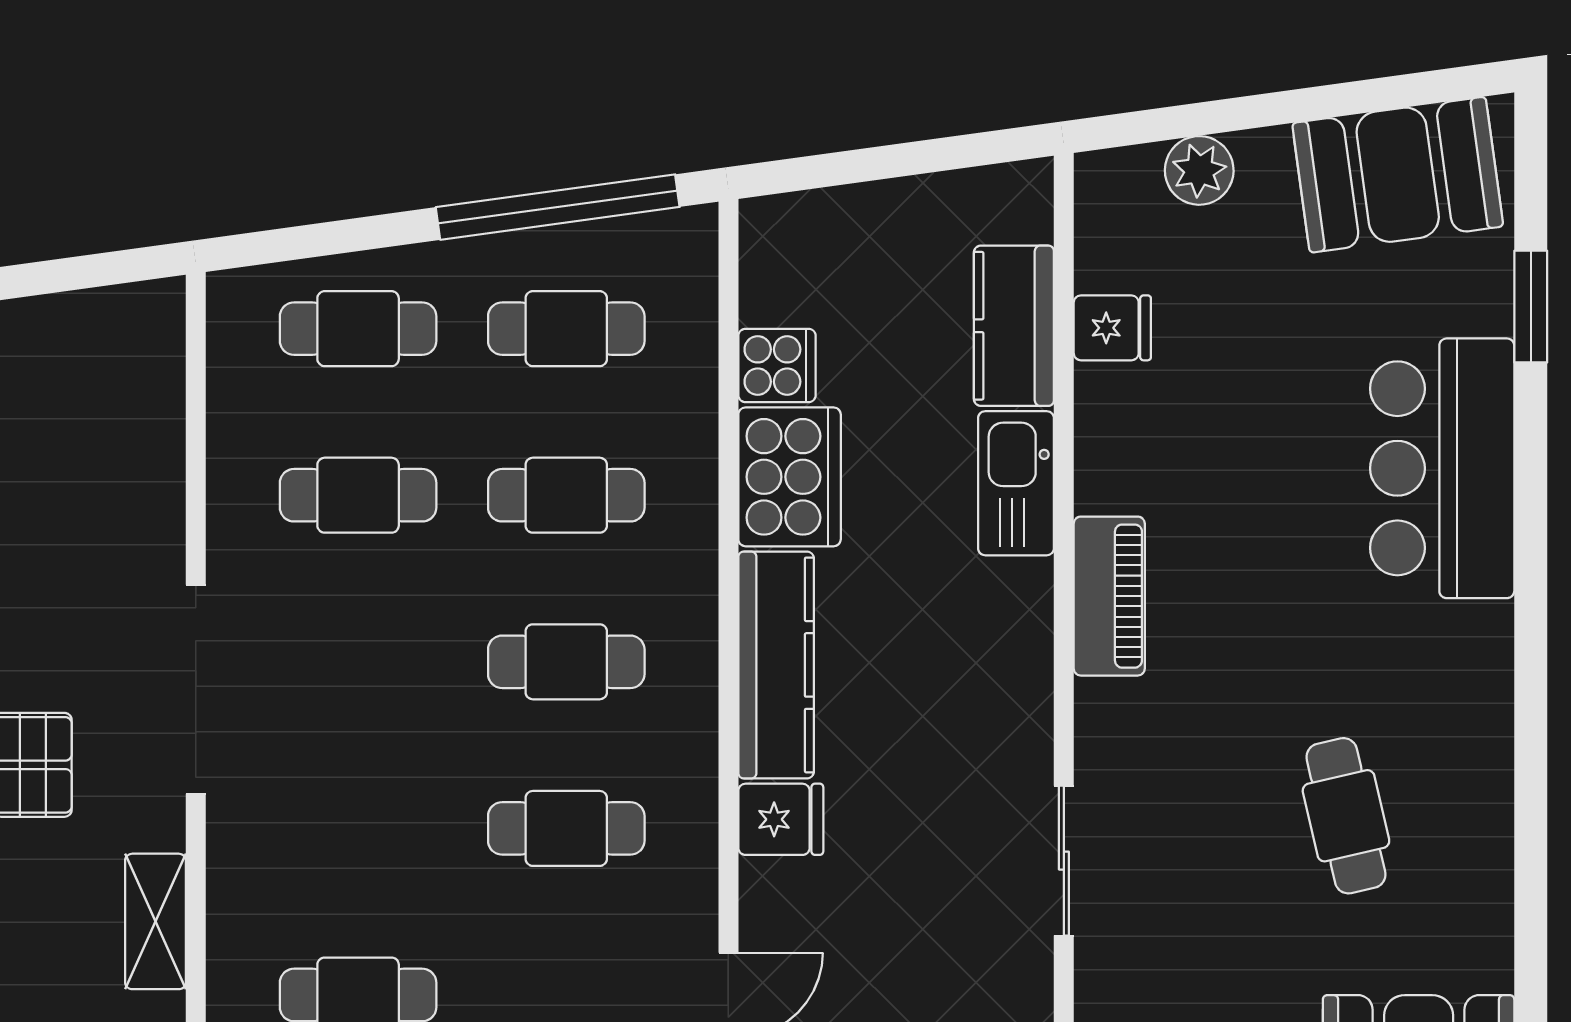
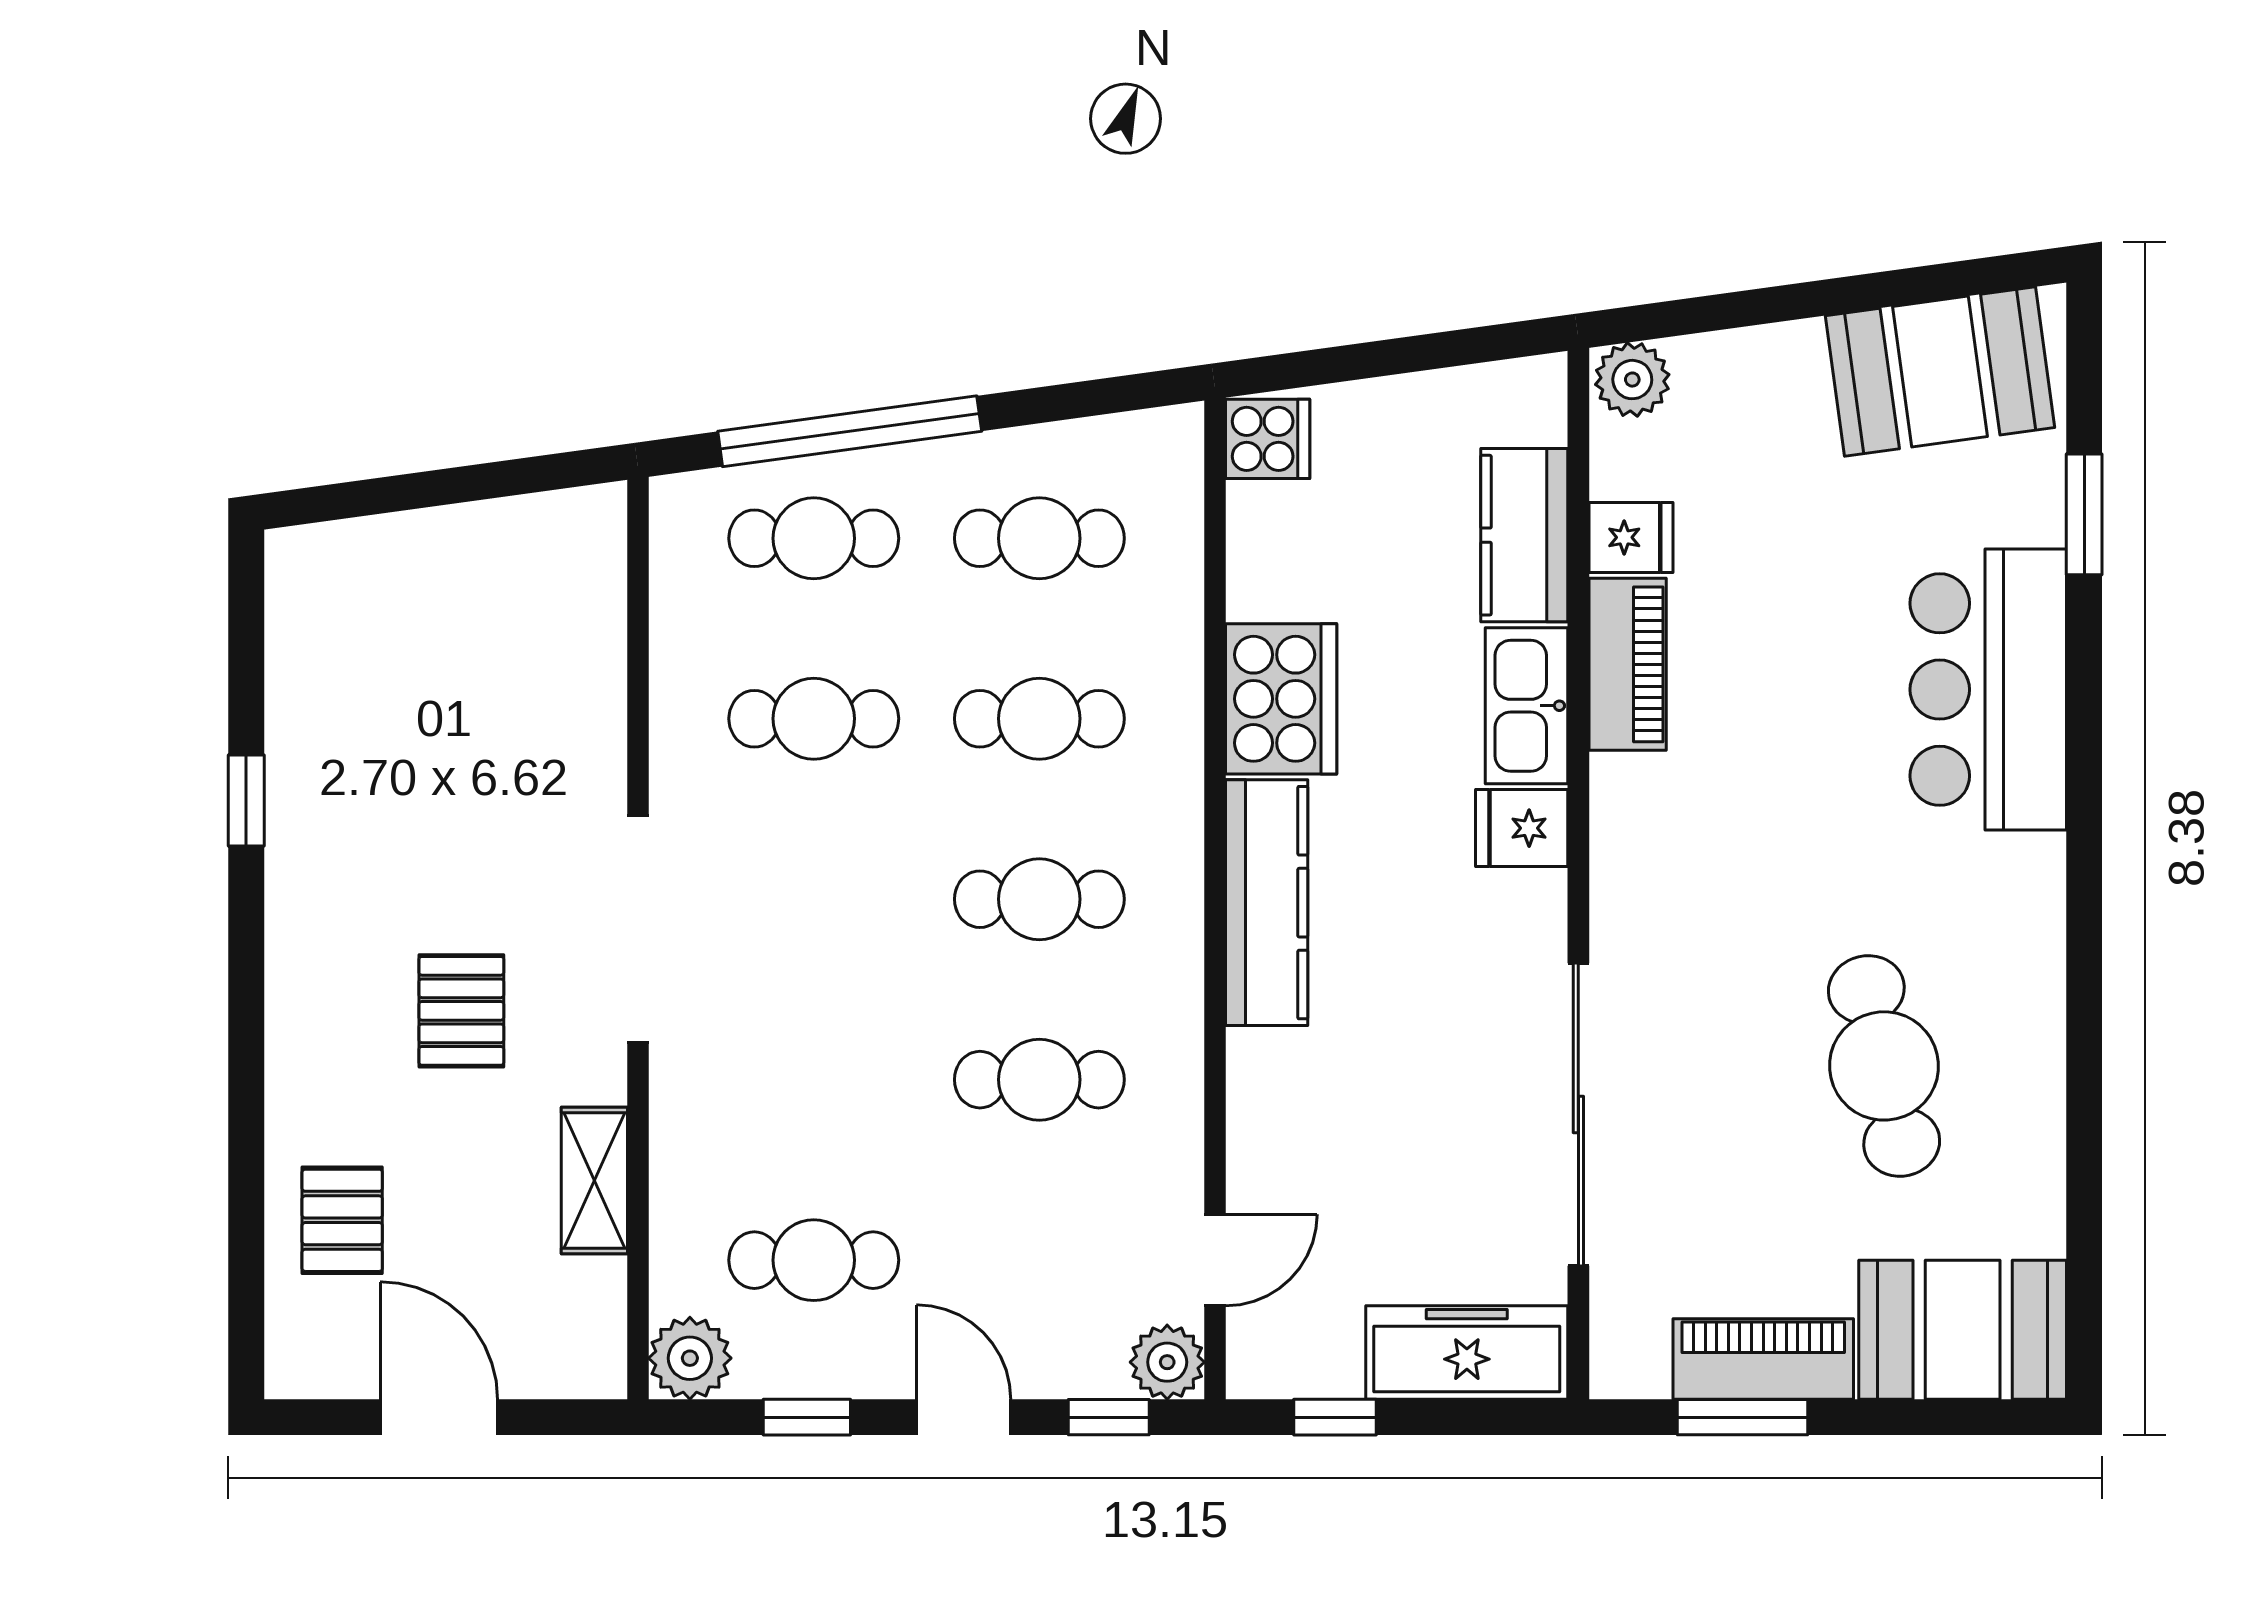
plant: (1199, 170) -> (1632, 380), moved
window: (558, 207) -> (850, 431), moved
cooker: (777, 365) -> (1268, 439), moved
piano: (1109, 596) -> (1628, 664), moved
cafe table: (1346, 816) -> (1884, 1066), width x1.37, depth x1.35
fridge: (781, 819) -> (1522, 828), moved, turned 180
sliding door: (1064, 861) -> (1578, 1115), width x1.86

